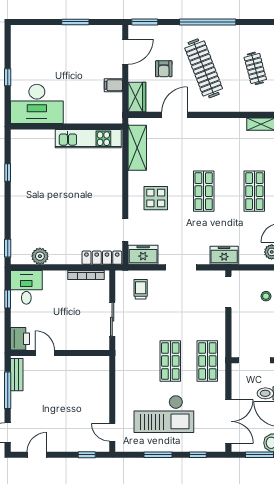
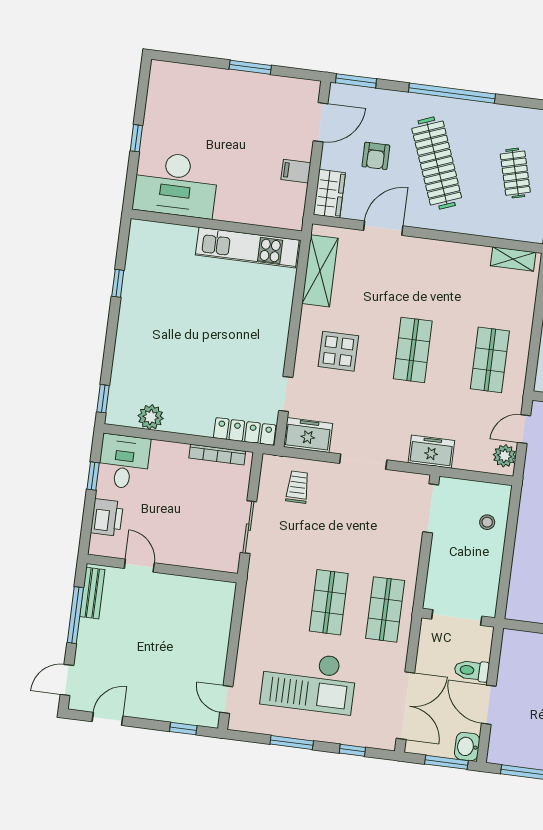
printer: (20, 339) -> (107, 517), moved

